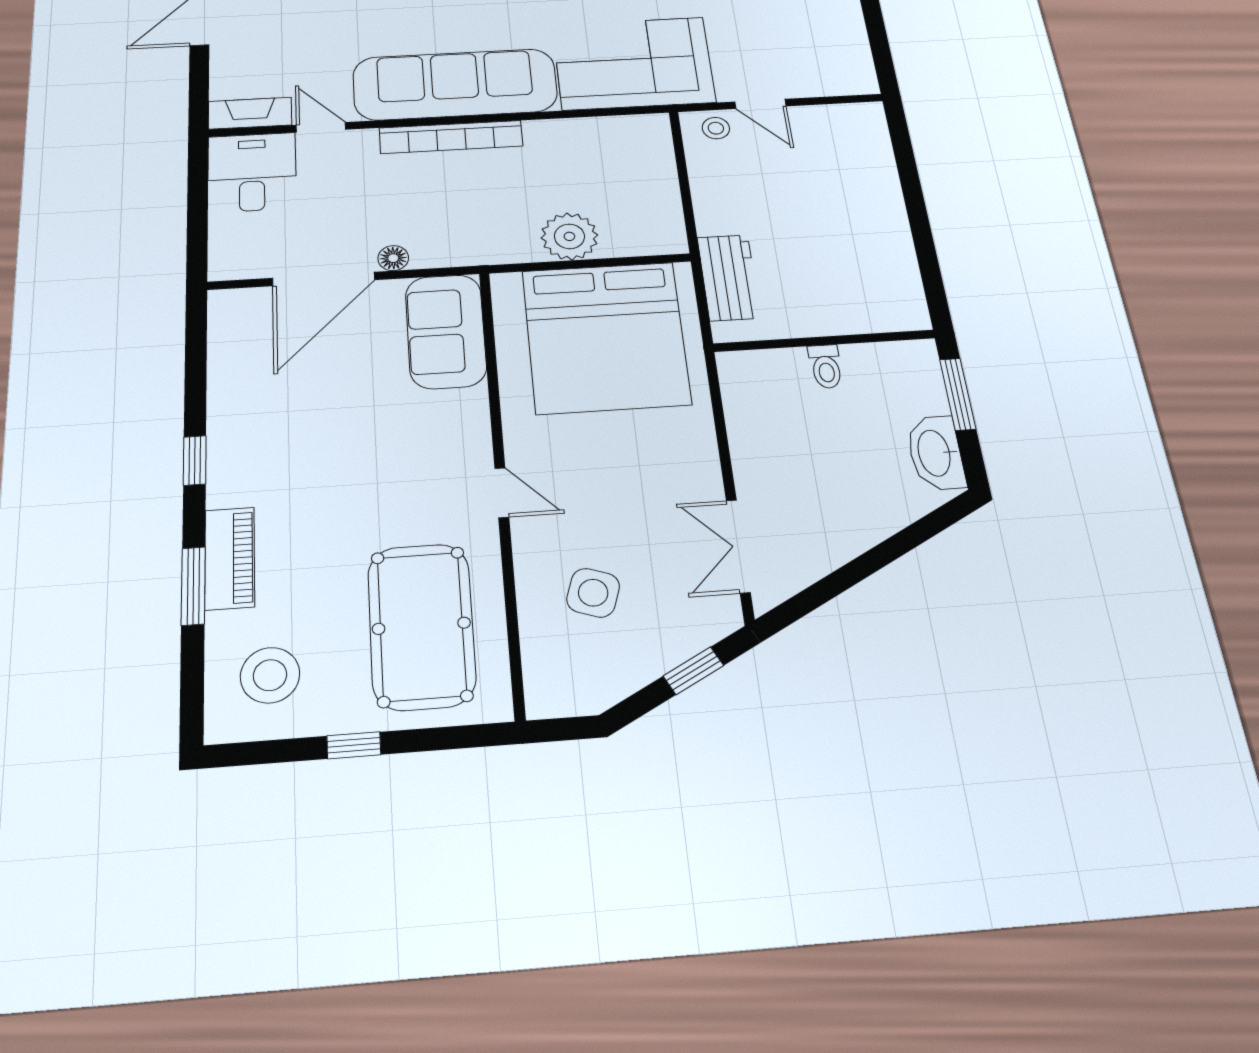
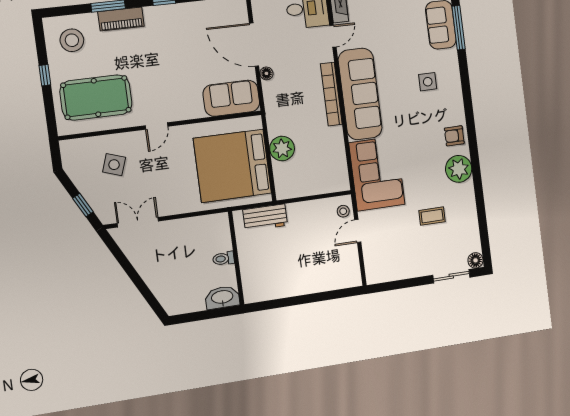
window: (958, 394) -> (213, 314), removed
washbasin: (935, 453) -> (222, 298), moved

